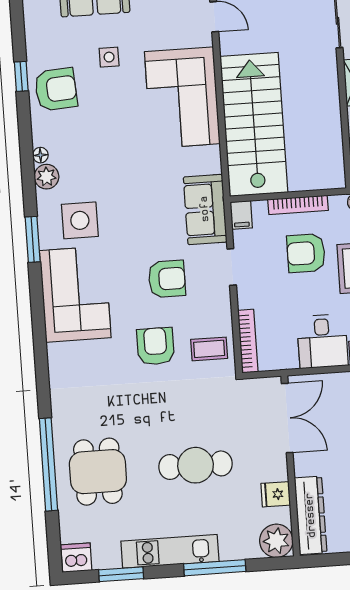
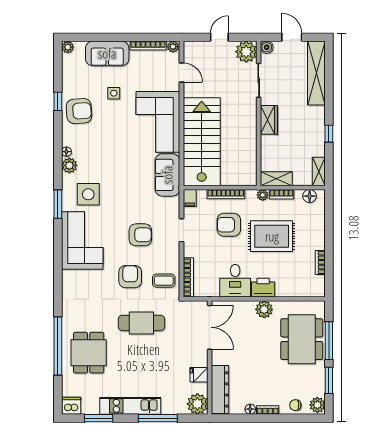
sofa: (205, 209) -> (167, 175), moved
cafe table: (196, 465) -> (141, 323), moved

